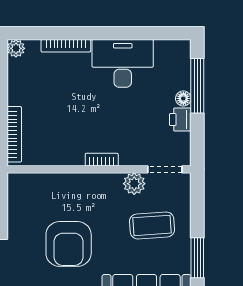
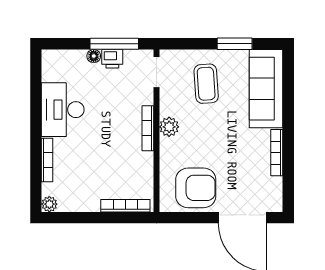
window: (197, 86) -> (114, 44), moved
bookcase: (102, 160) -> (148, 128), width x1.56
plant: (134, 184) -> (169, 127), moved
armchair: (69, 244) -> (196, 188), moved

